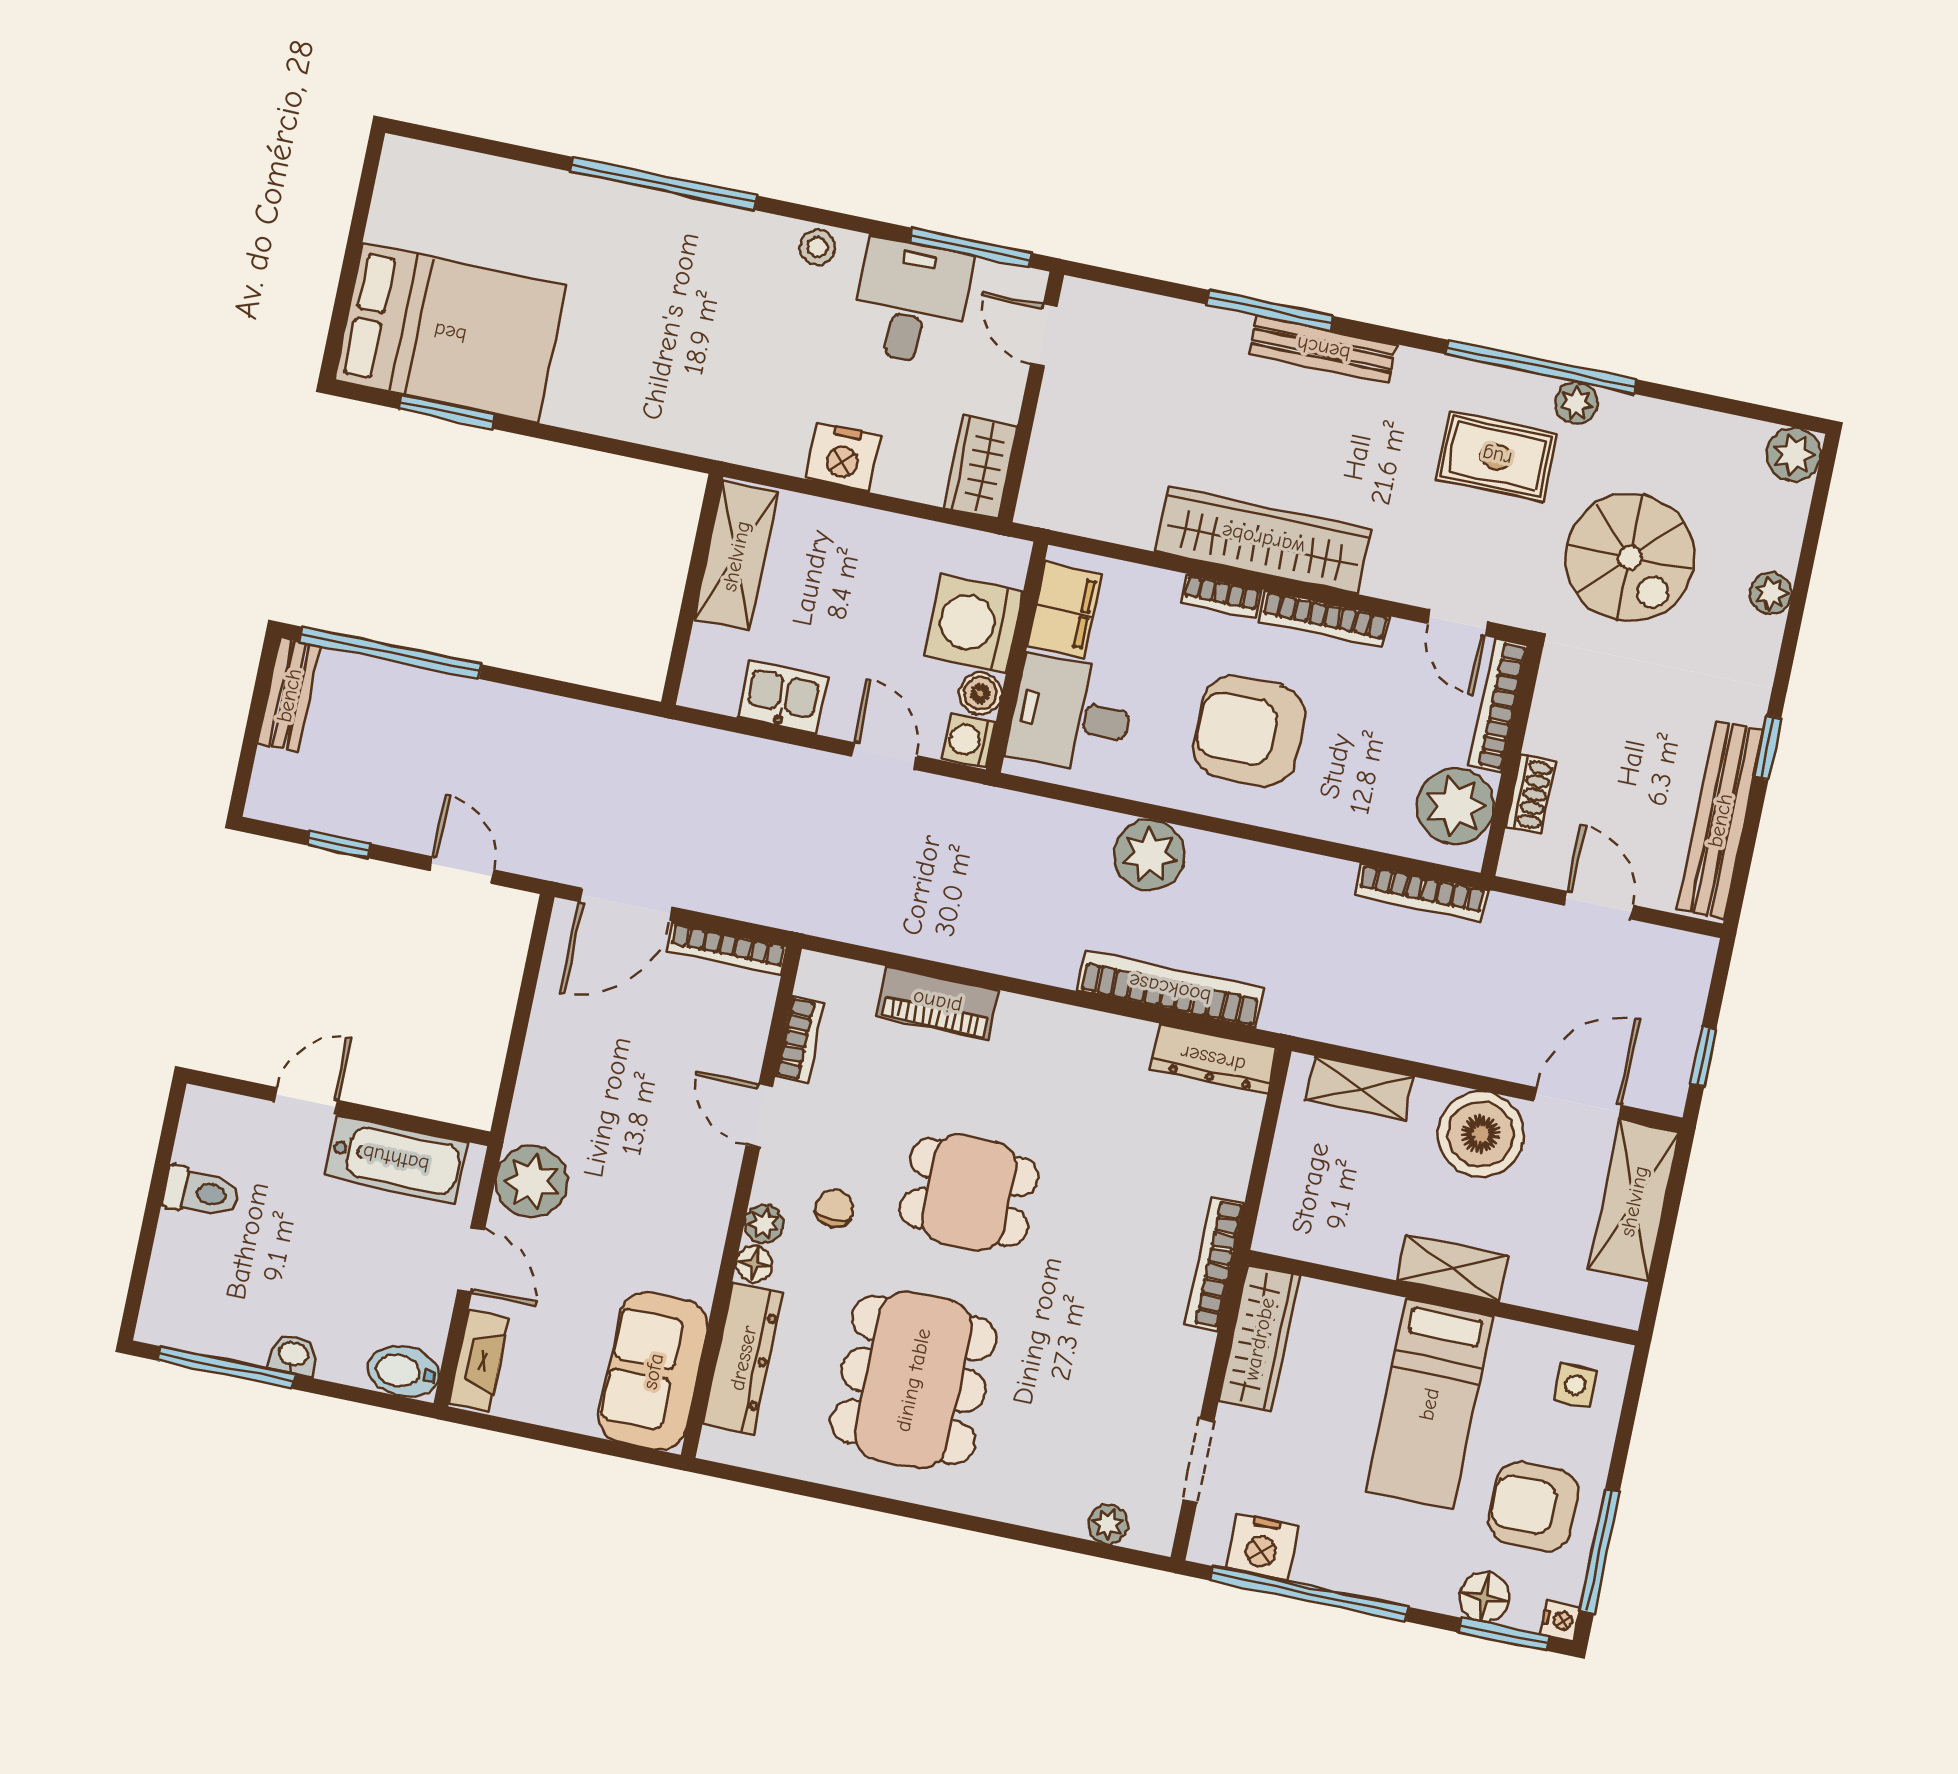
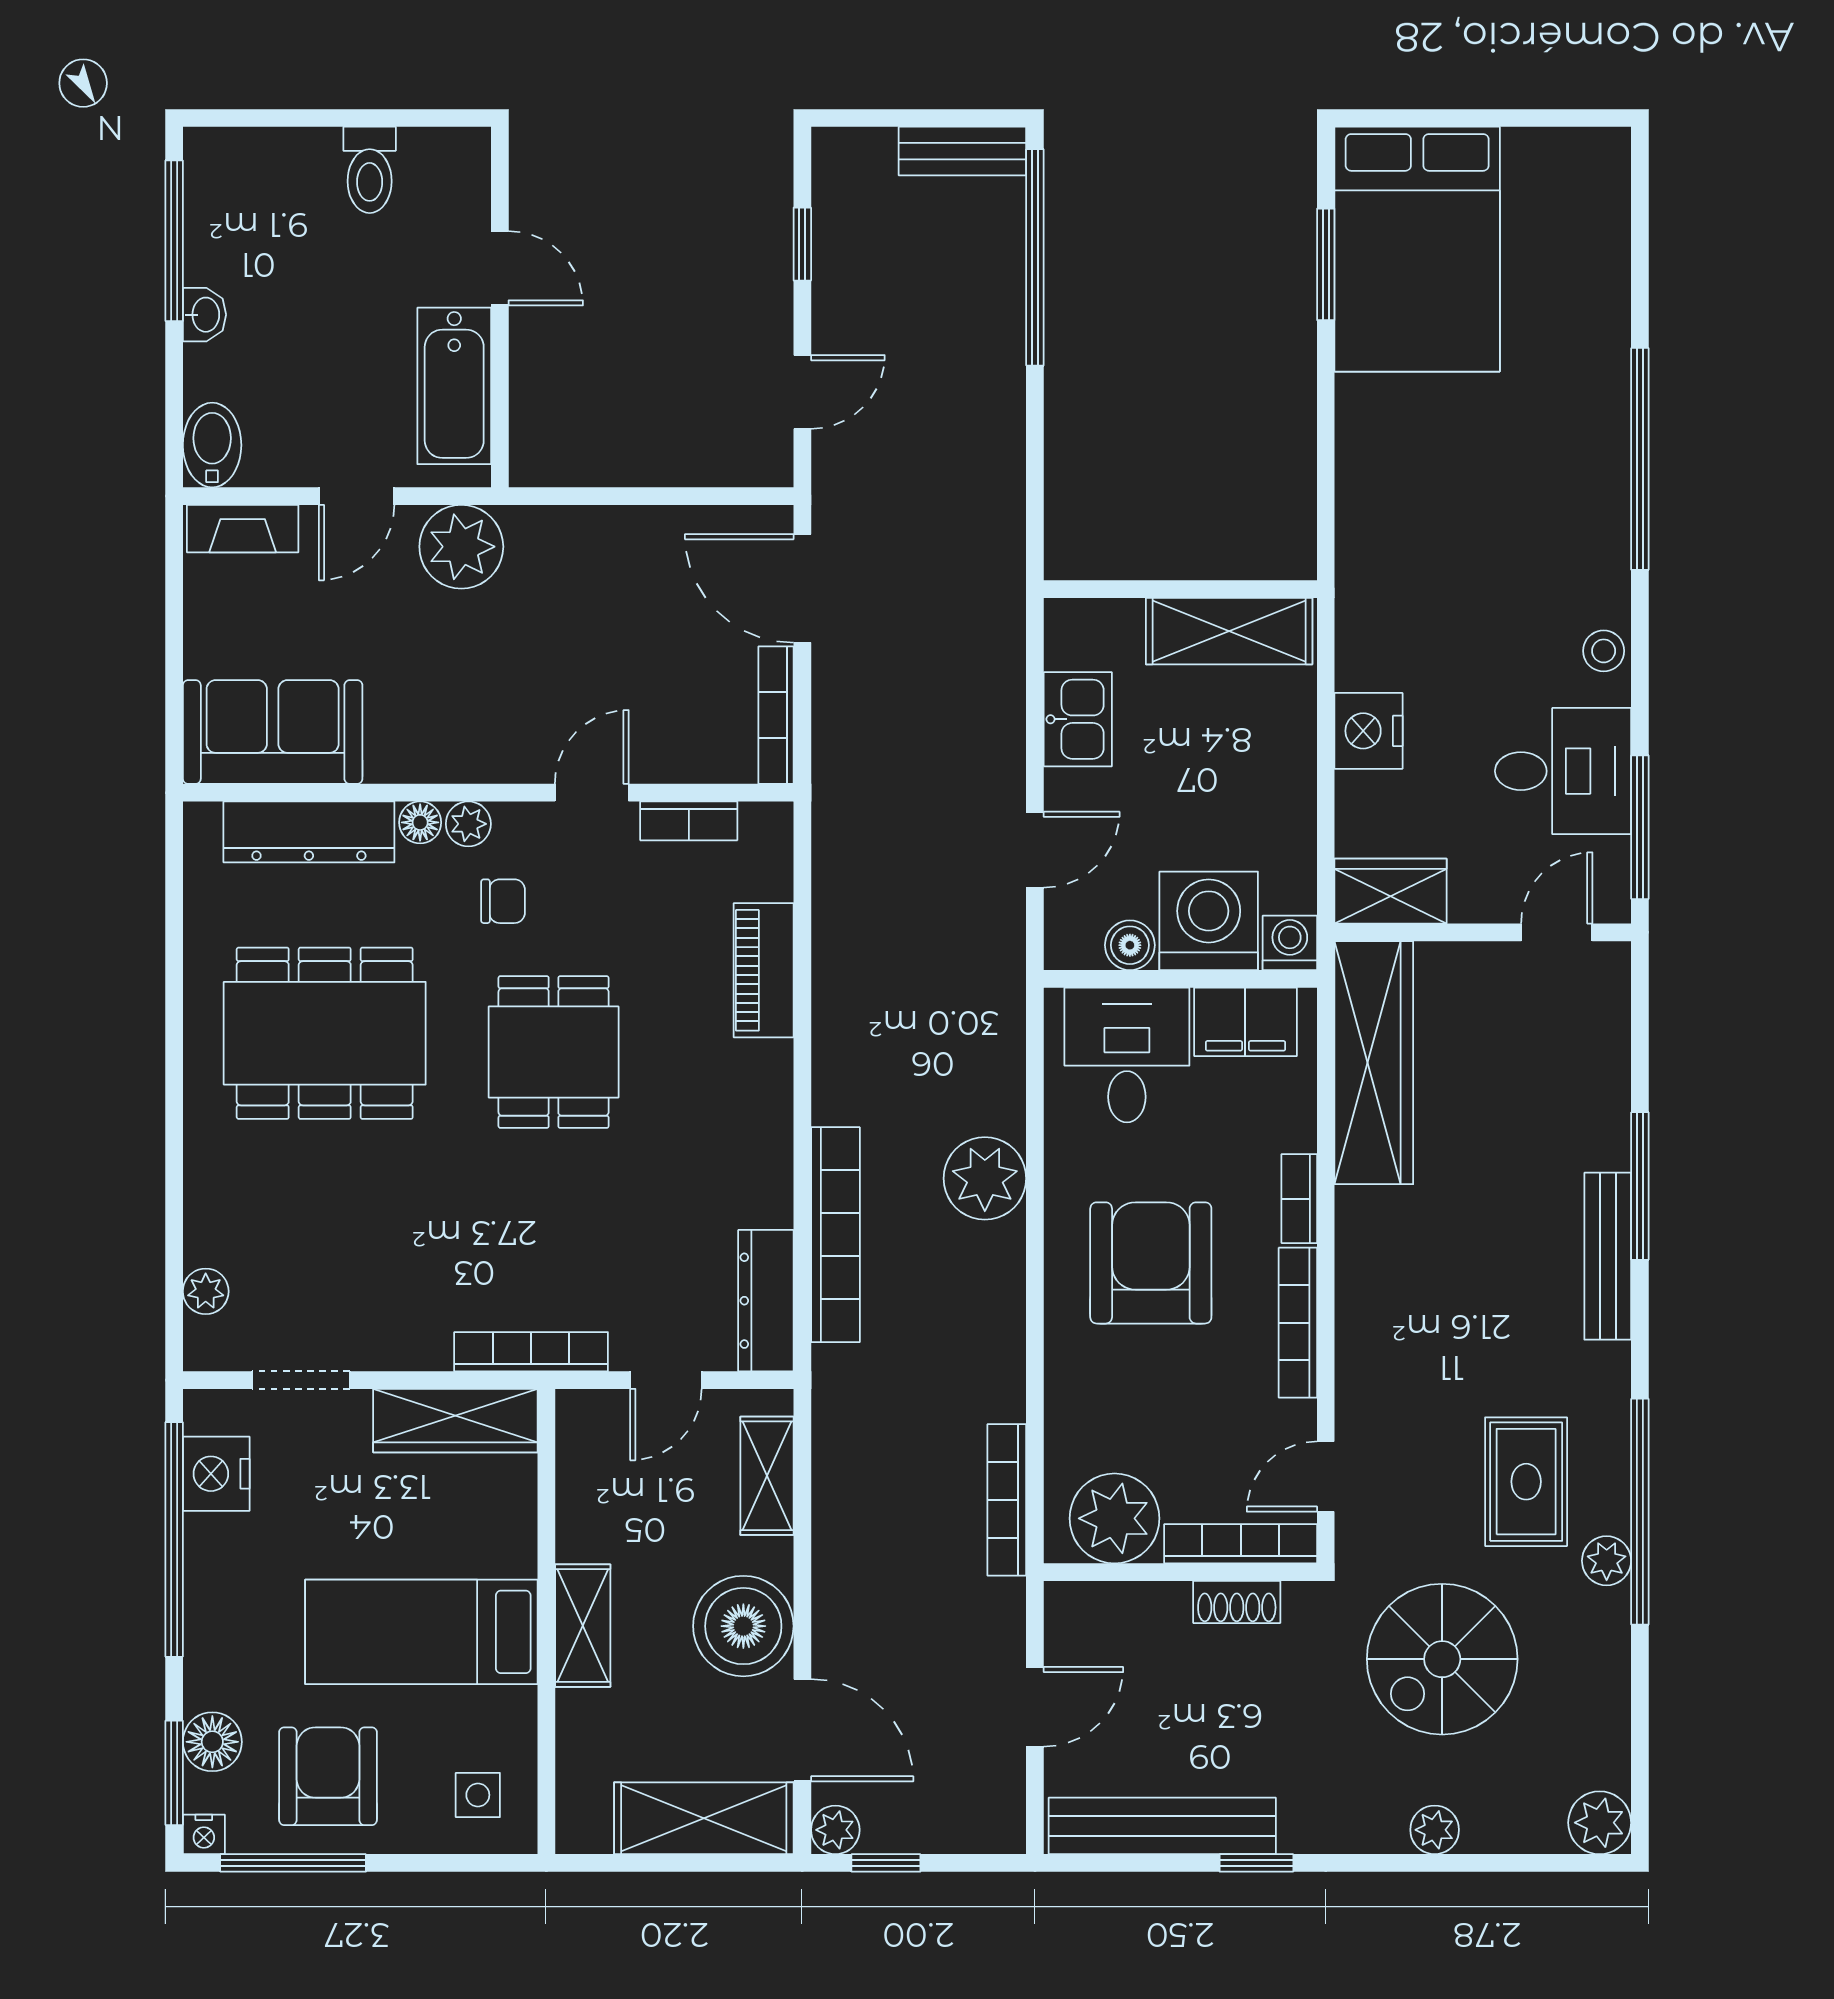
wardrobe: (1263, 540) -> (1374, 1063), moved
washing machine: (968, 740) -> (1290, 943), moved
shoe rack: (1531, 794) -> (1237, 1602), moved
plant: (1667, 1093) -> (835, 1830), added
door: (1262, 1156) -> (666, 1380), added

